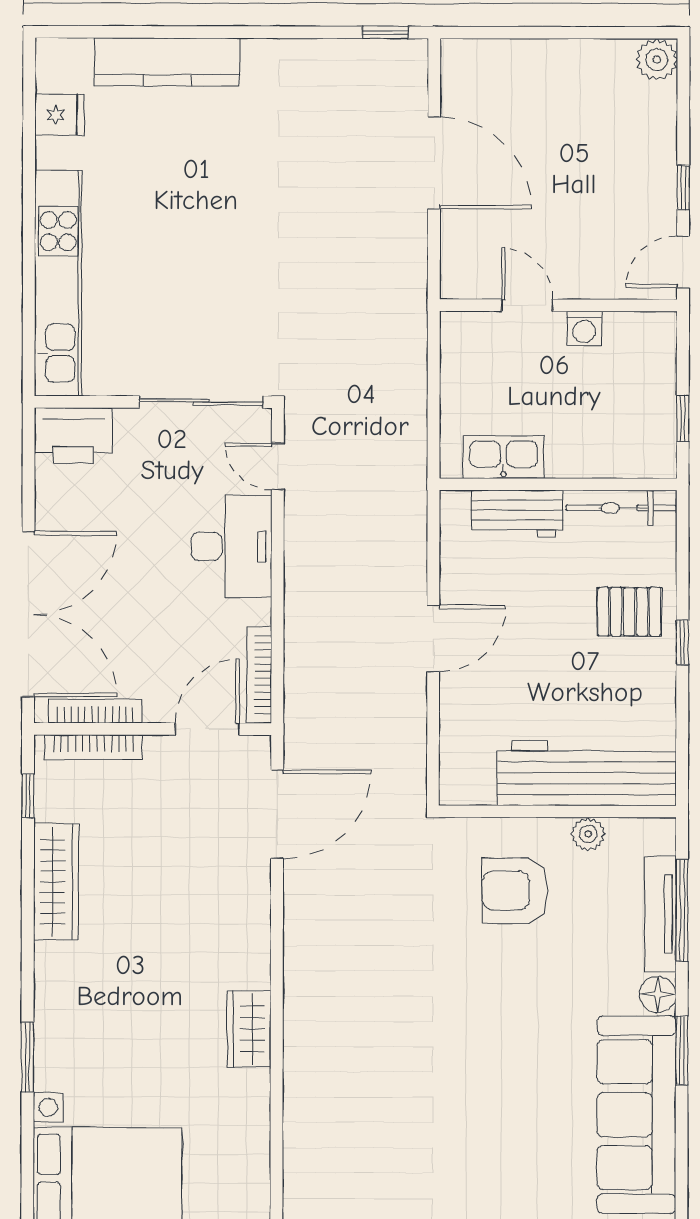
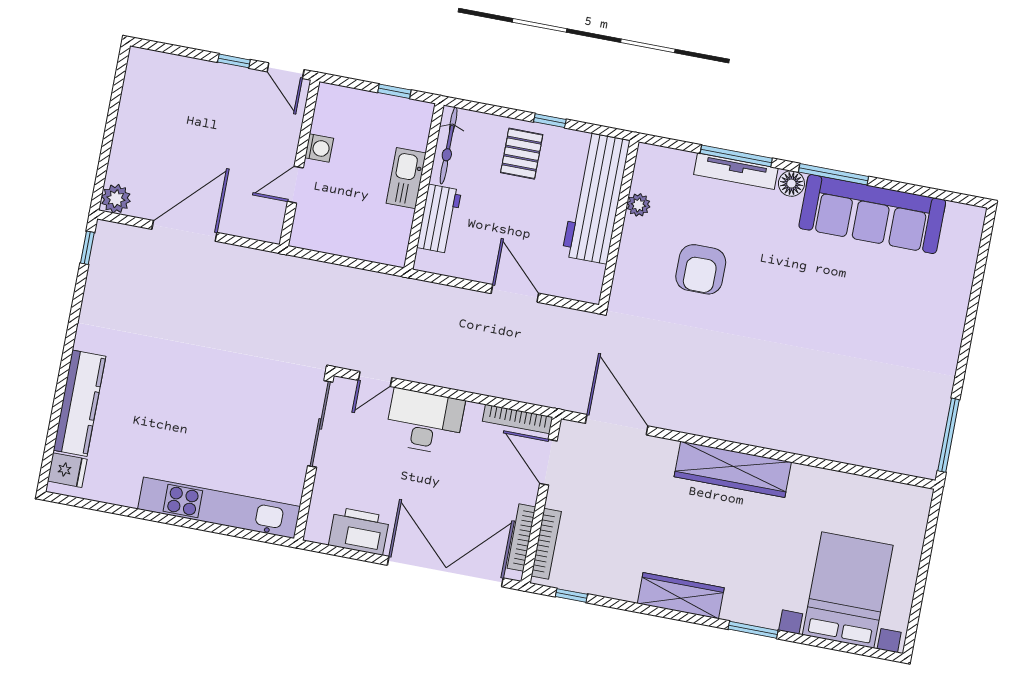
plant: (657, 60) -> (116, 199), moved
fridge: (60, 115) -> (67, 470), moved, turned 90
printer: (73, 436) -> (359, 531), moved, turned -90
kitchen sink: (503, 457) -> (406, 178), moved
workbench: (587, 773) -> (596, 198), moved
wall: (557, 811) -> (619, 223), moved
plant: (588, 834) -> (638, 205), moved
wardrobe: (56, 882) -> (681, 596), moved
wardrobe: (249, 1029) -> (733, 469), width x2.10, depth x1.17
window: (682, 1050) -> (834, 174), width x1.44

